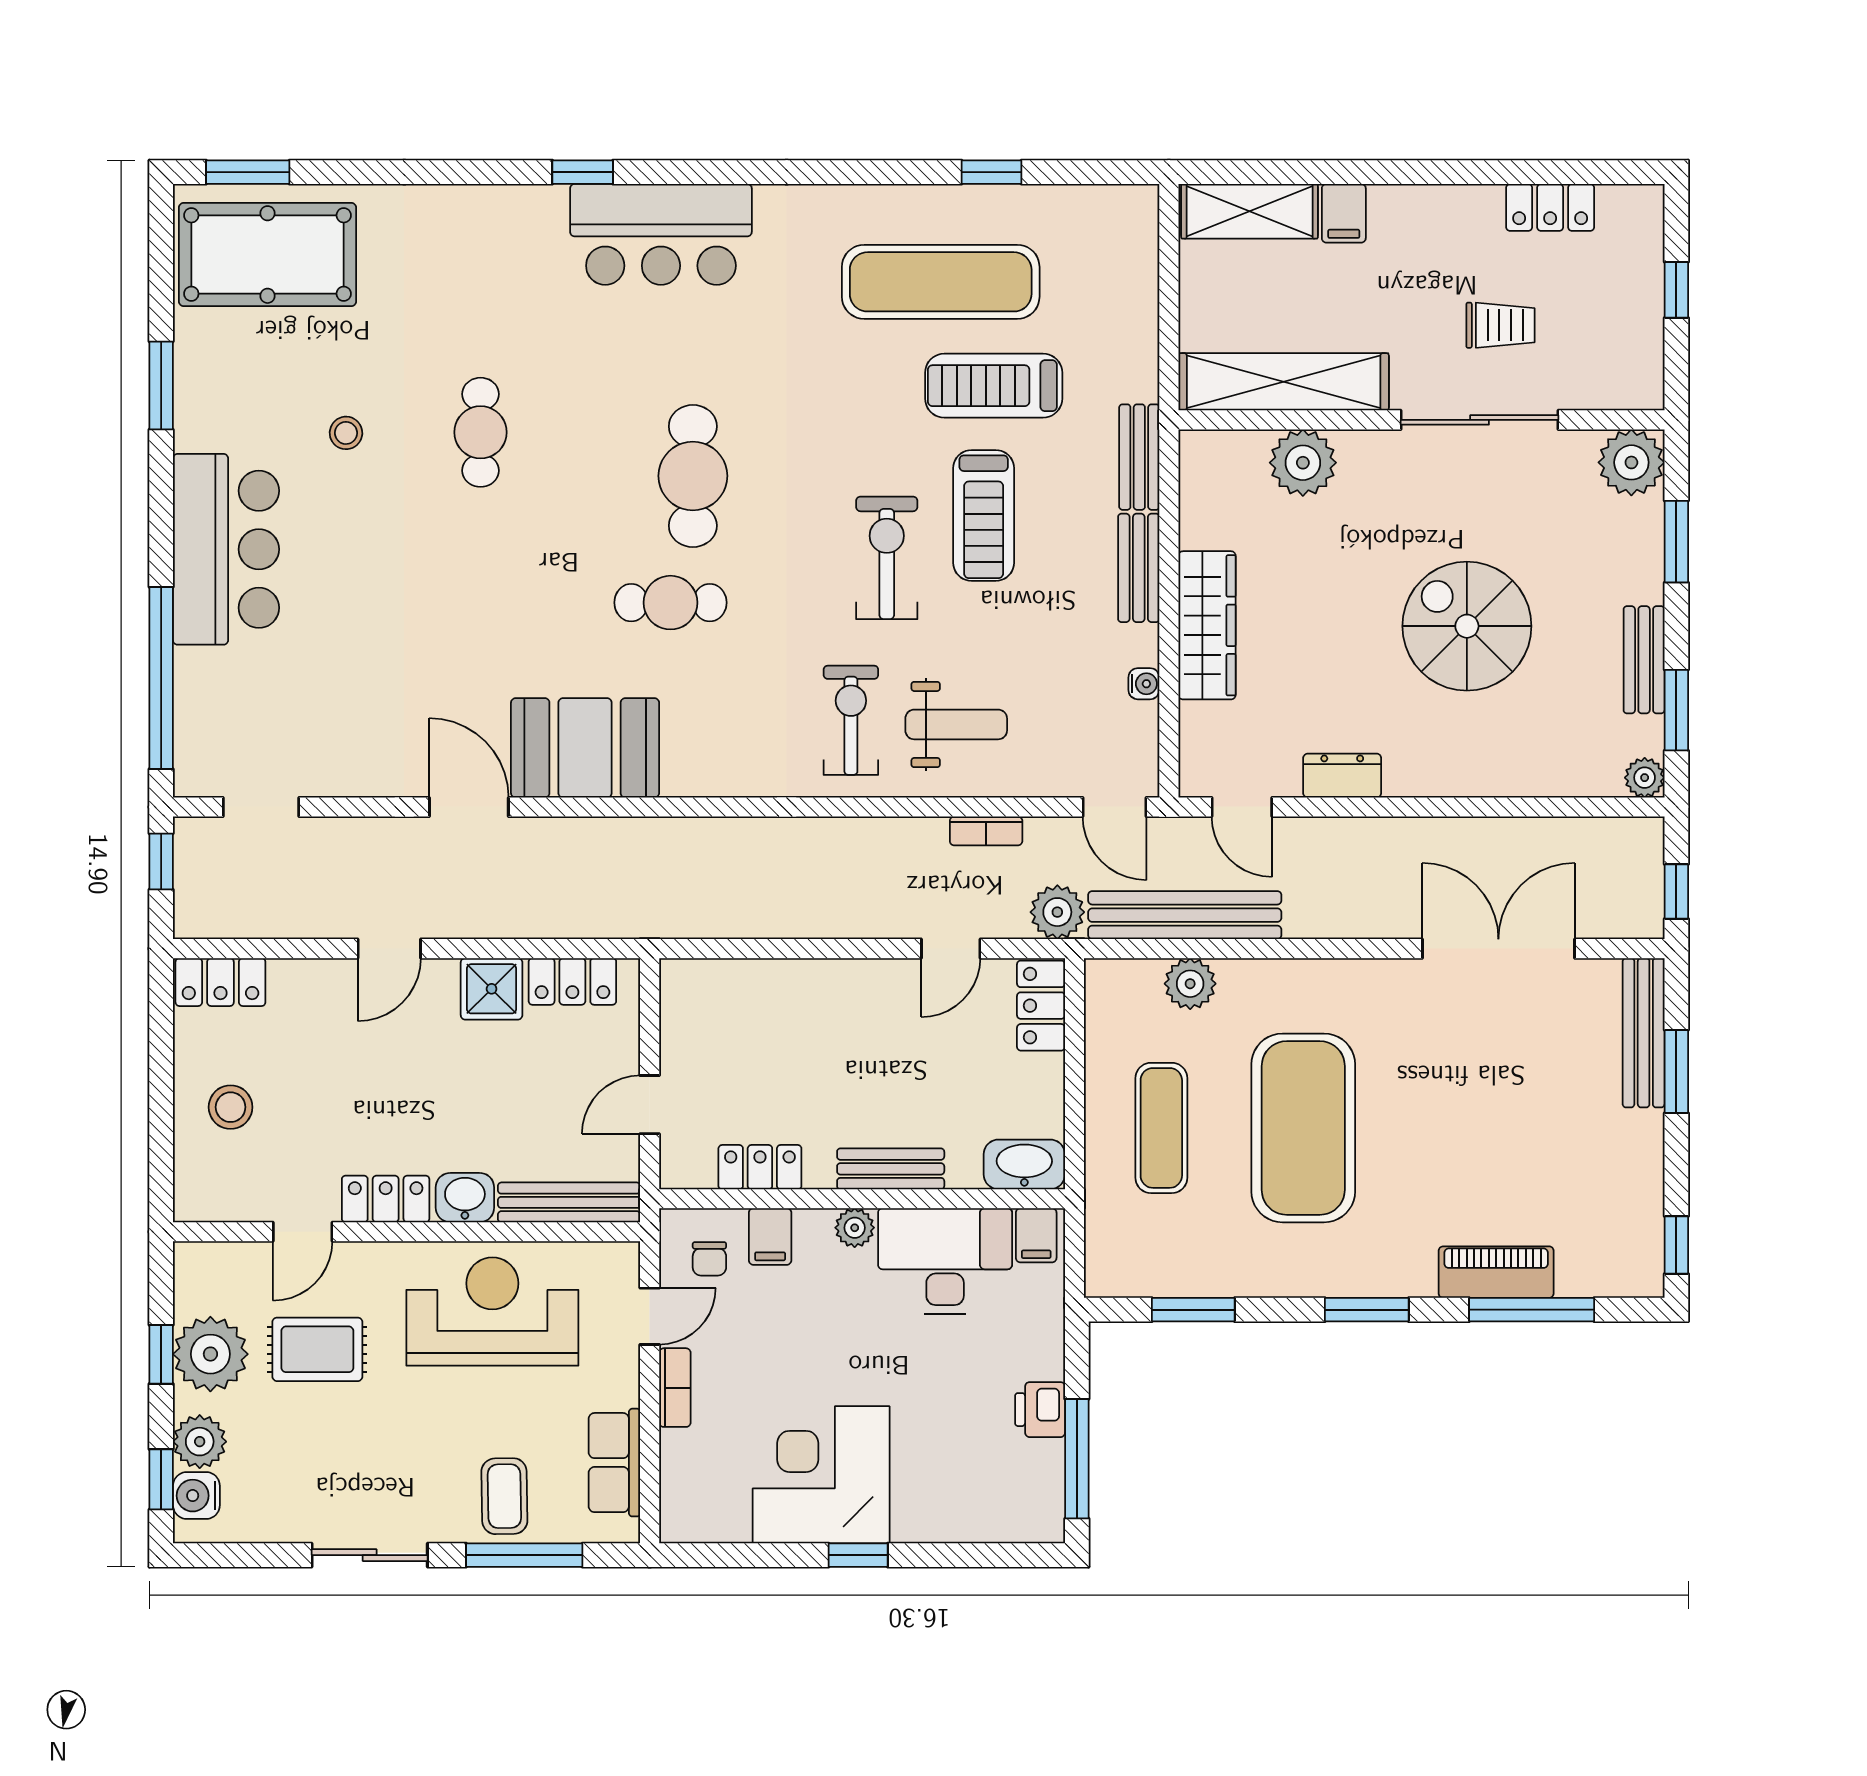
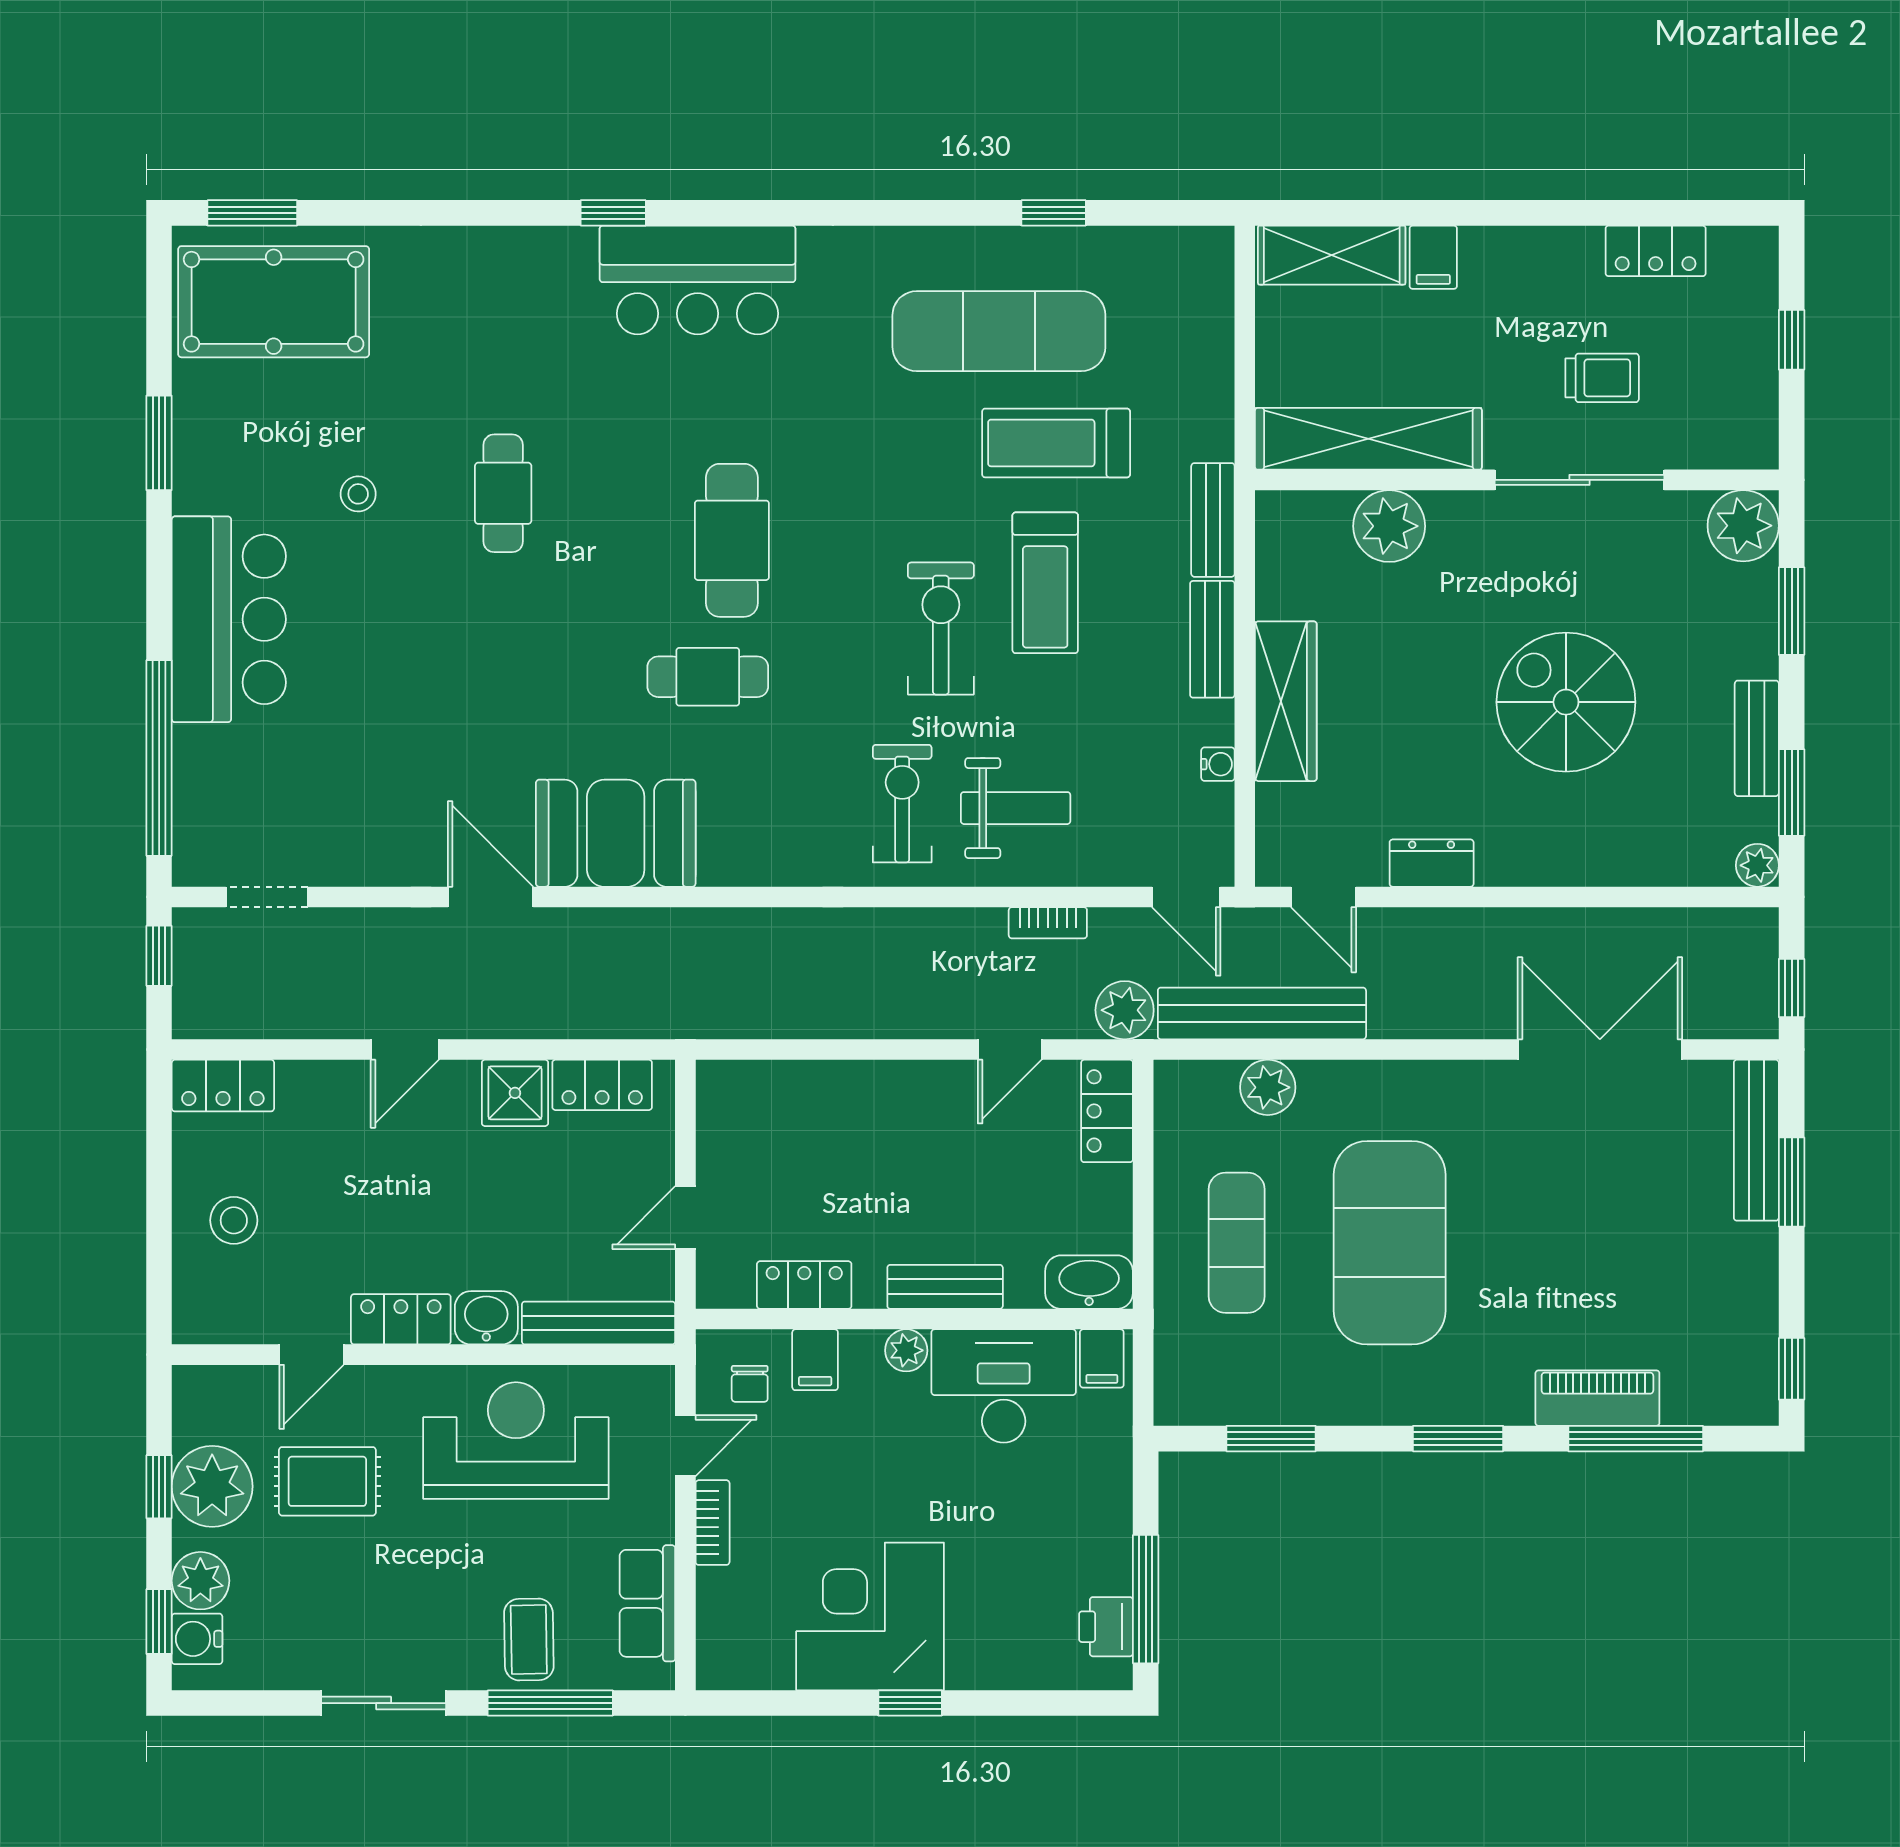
printer: (1040, 1410) -> (1106, 1627), moved

